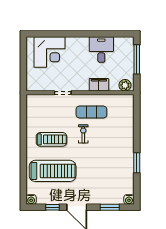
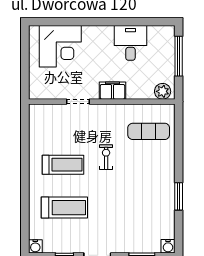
filing cabinet: (99, 85) -> (112, 91), moved
exercise mat: (91, 112) -> (149, 131), moved
treadmill: (53, 171) -> (64, 208), width x0.73, depth x0.73

